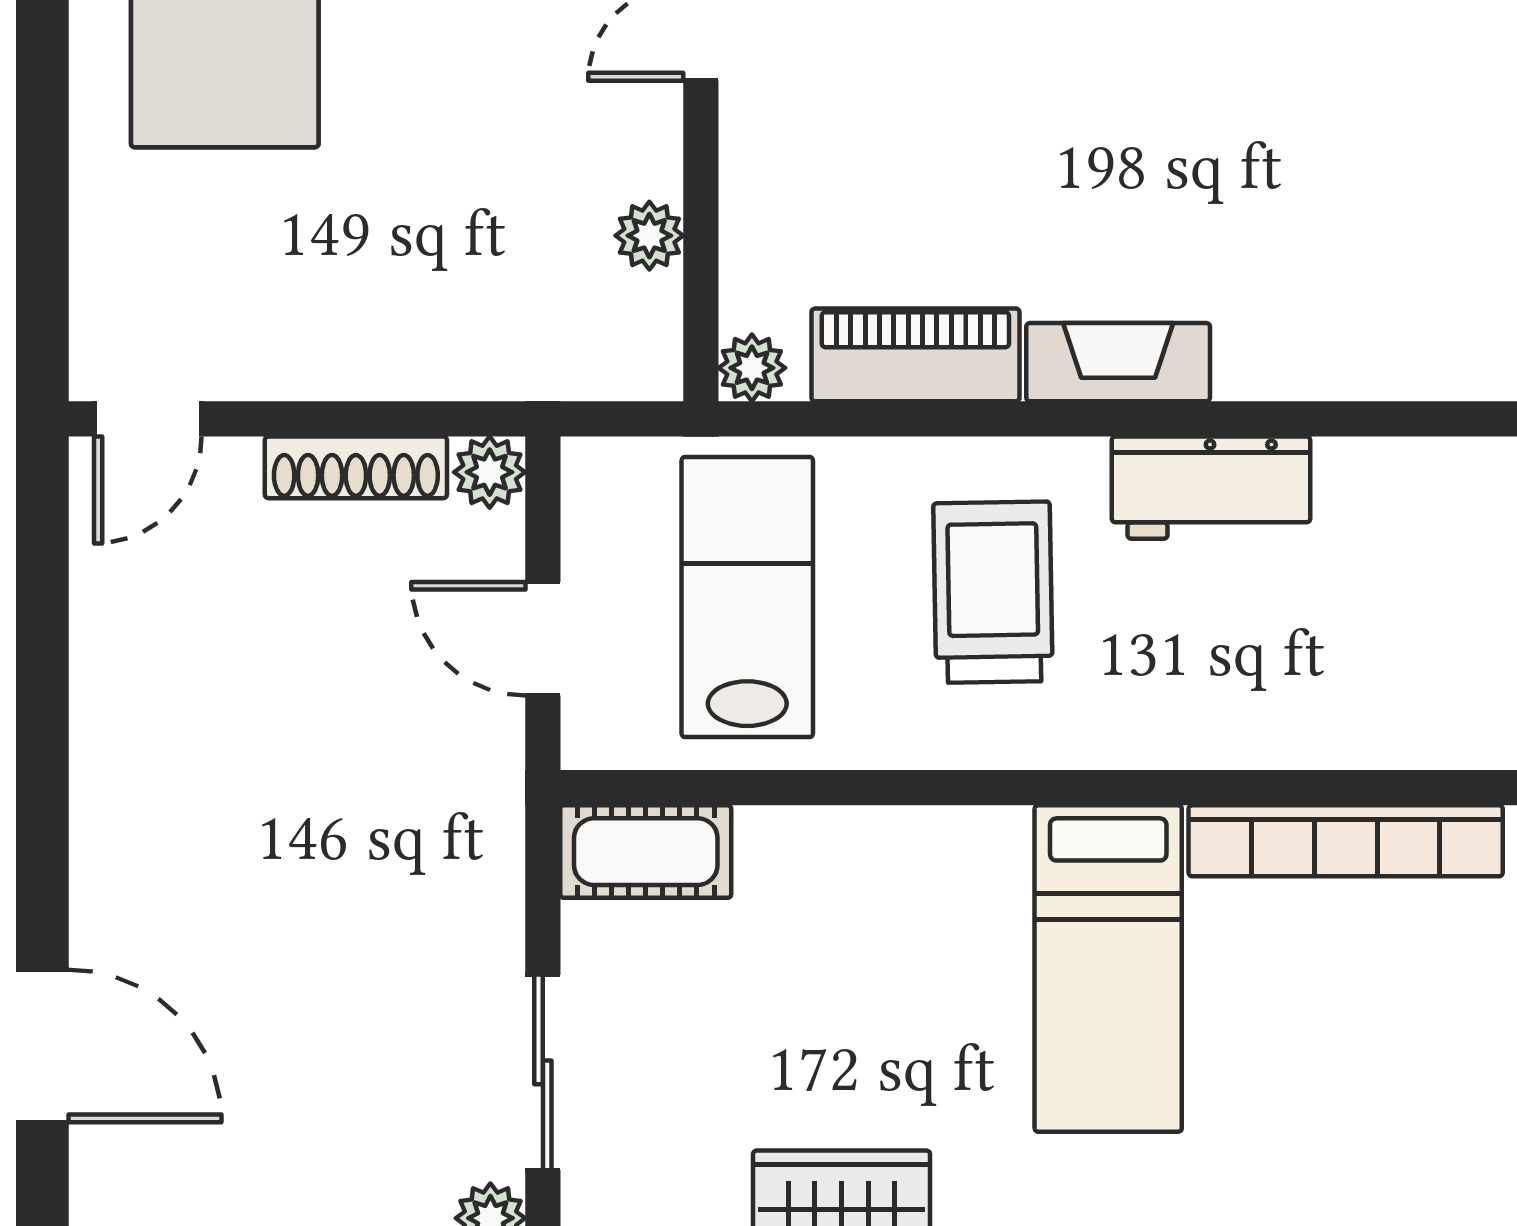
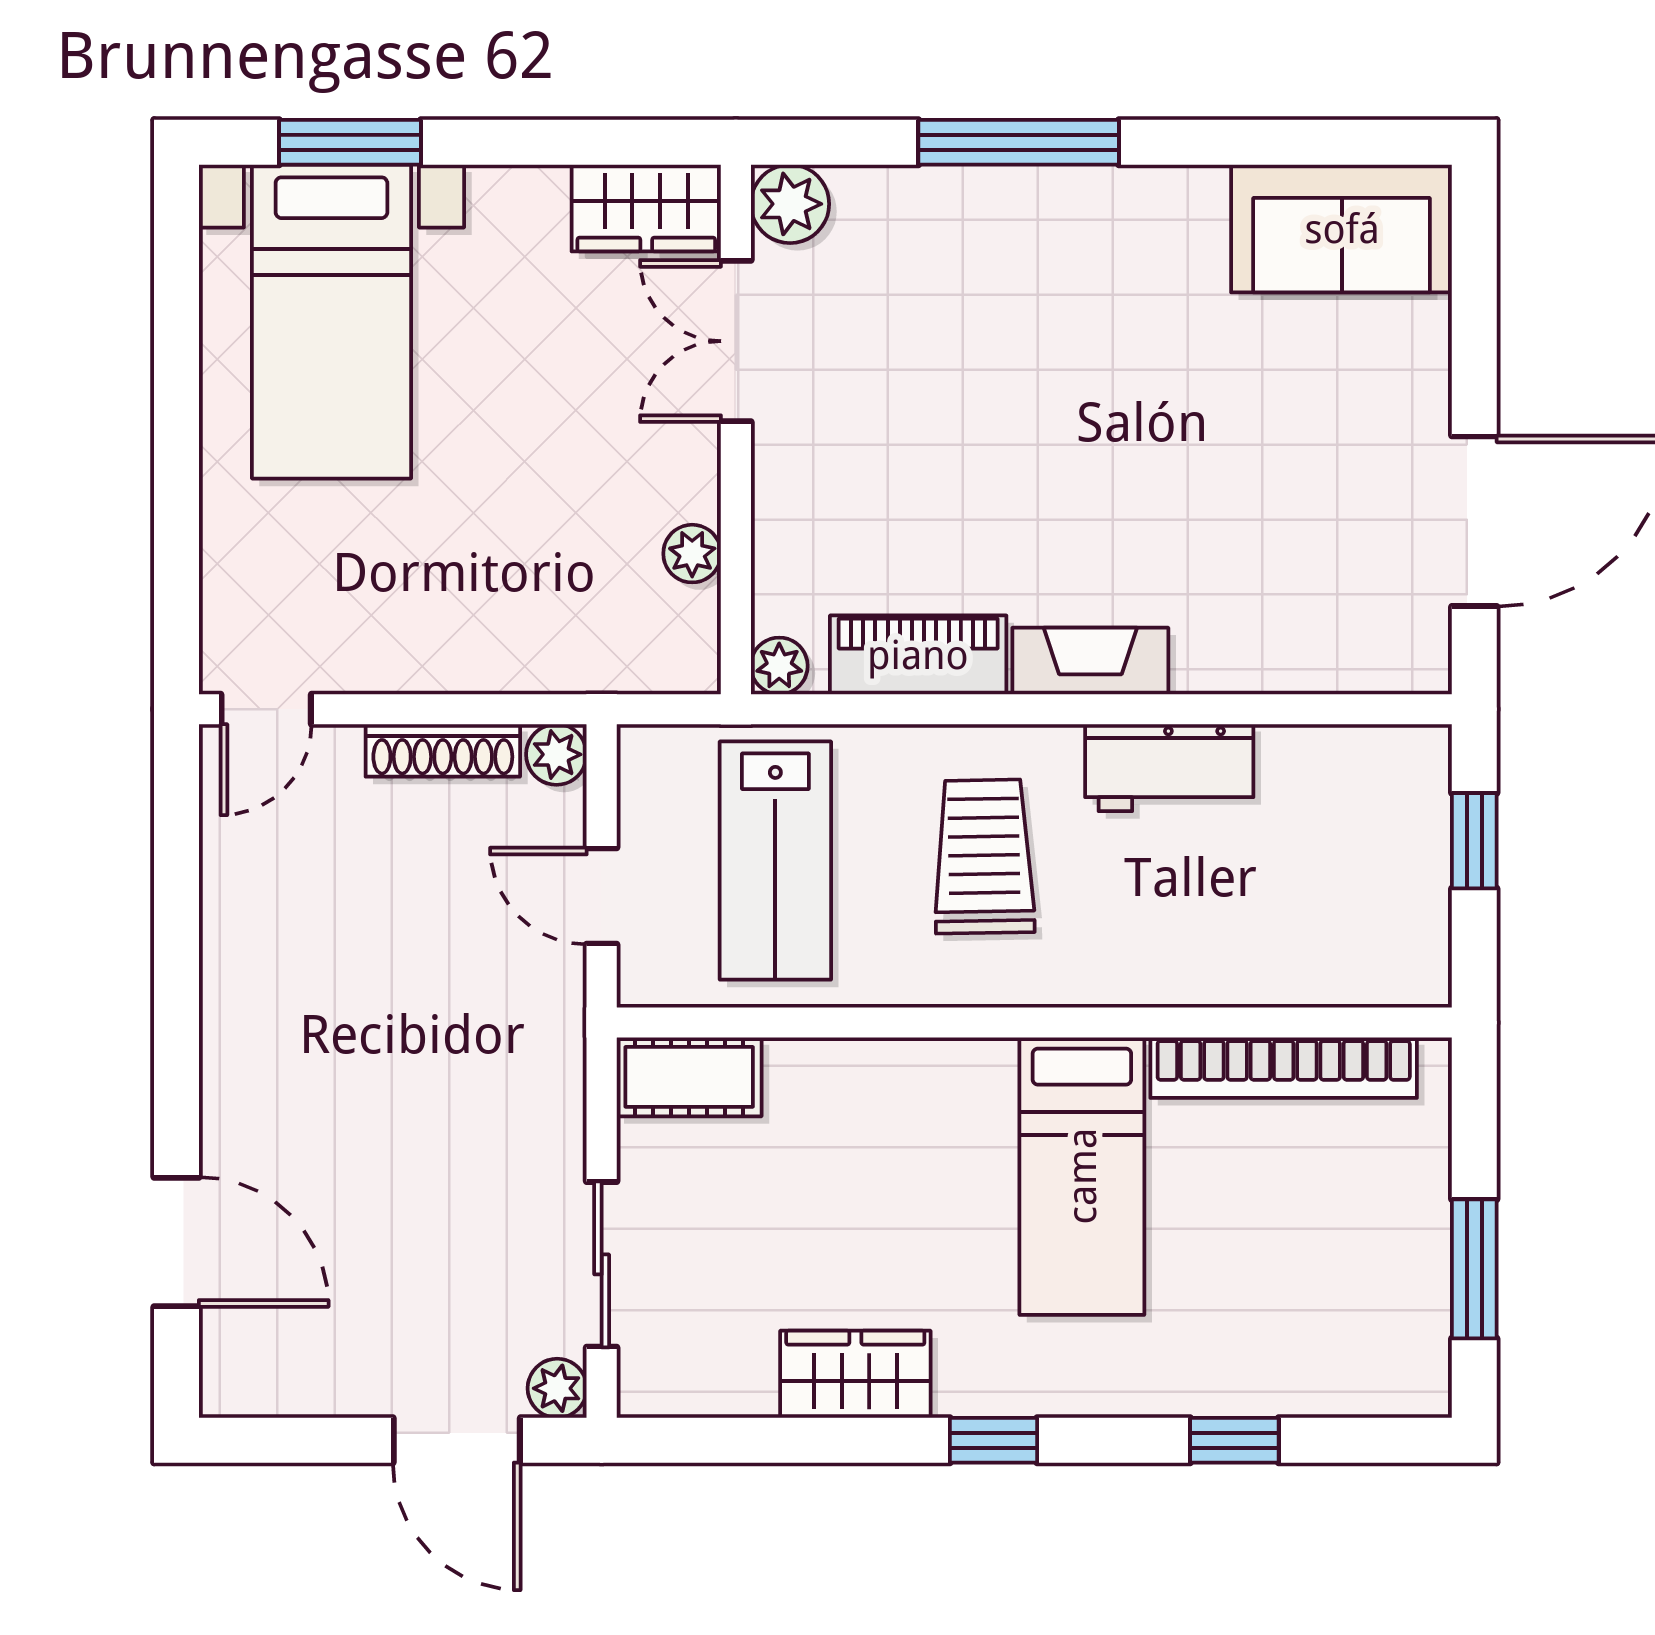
lab bench: (747, 597) -> (775, 861), turned 180

